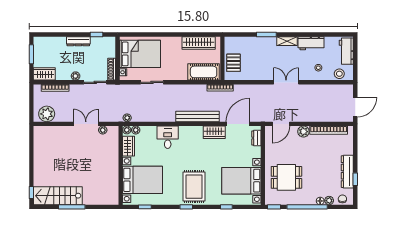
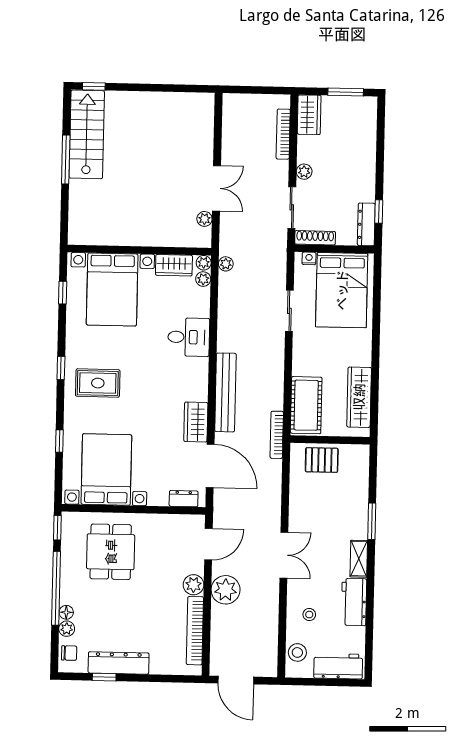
dresser: (78, 41) -> (366, 224), moved
plant: (47, 114) -> (226, 590), moved
door: (281, 124) -> (208, 544), swing flipped
rug: (194, 187) -> (98, 383), width x0.73, depth x0.70

